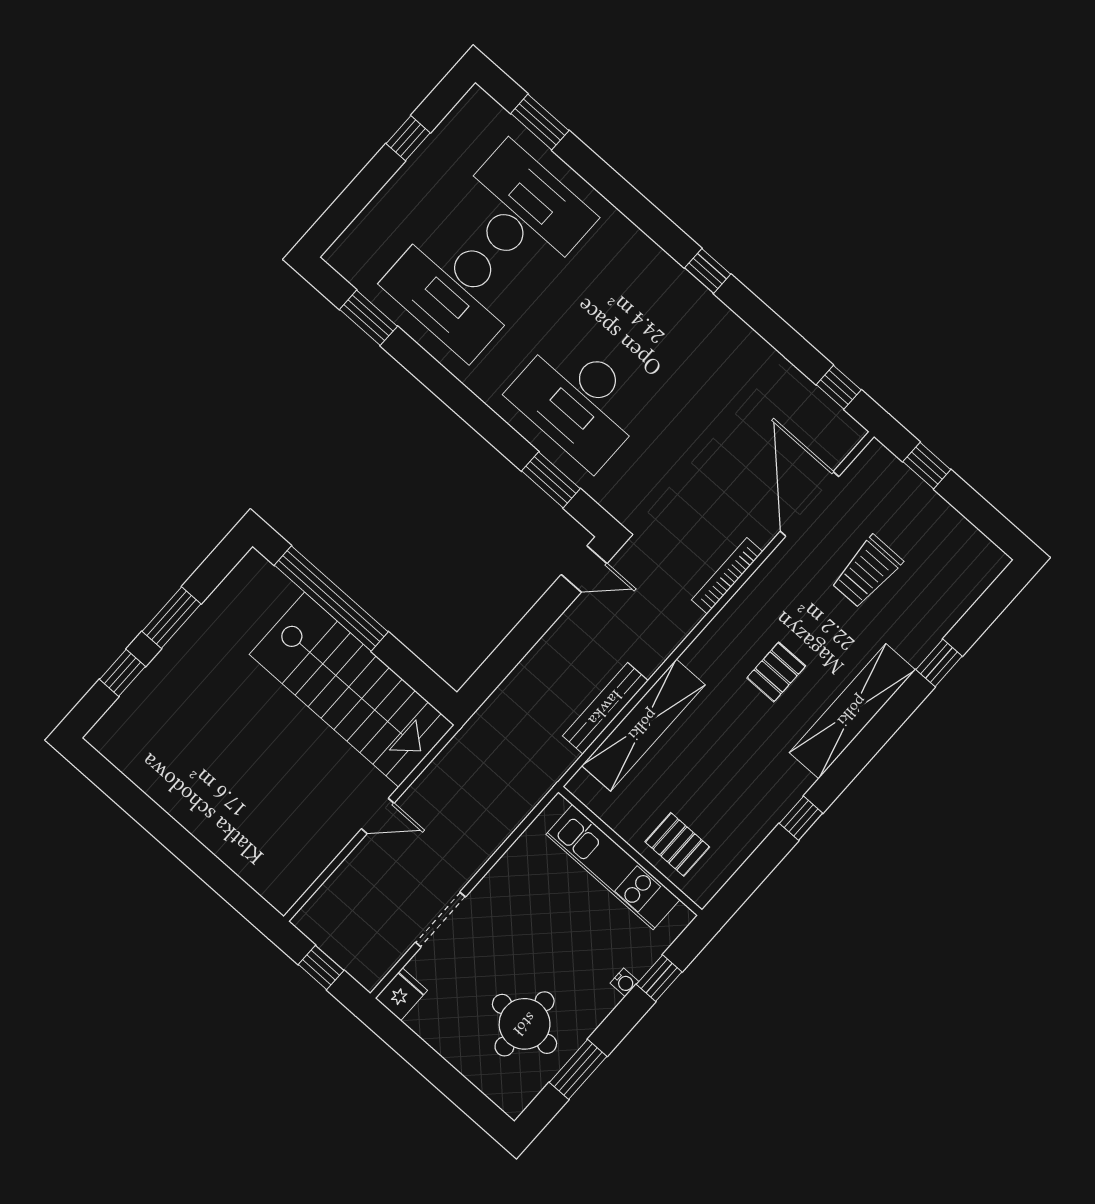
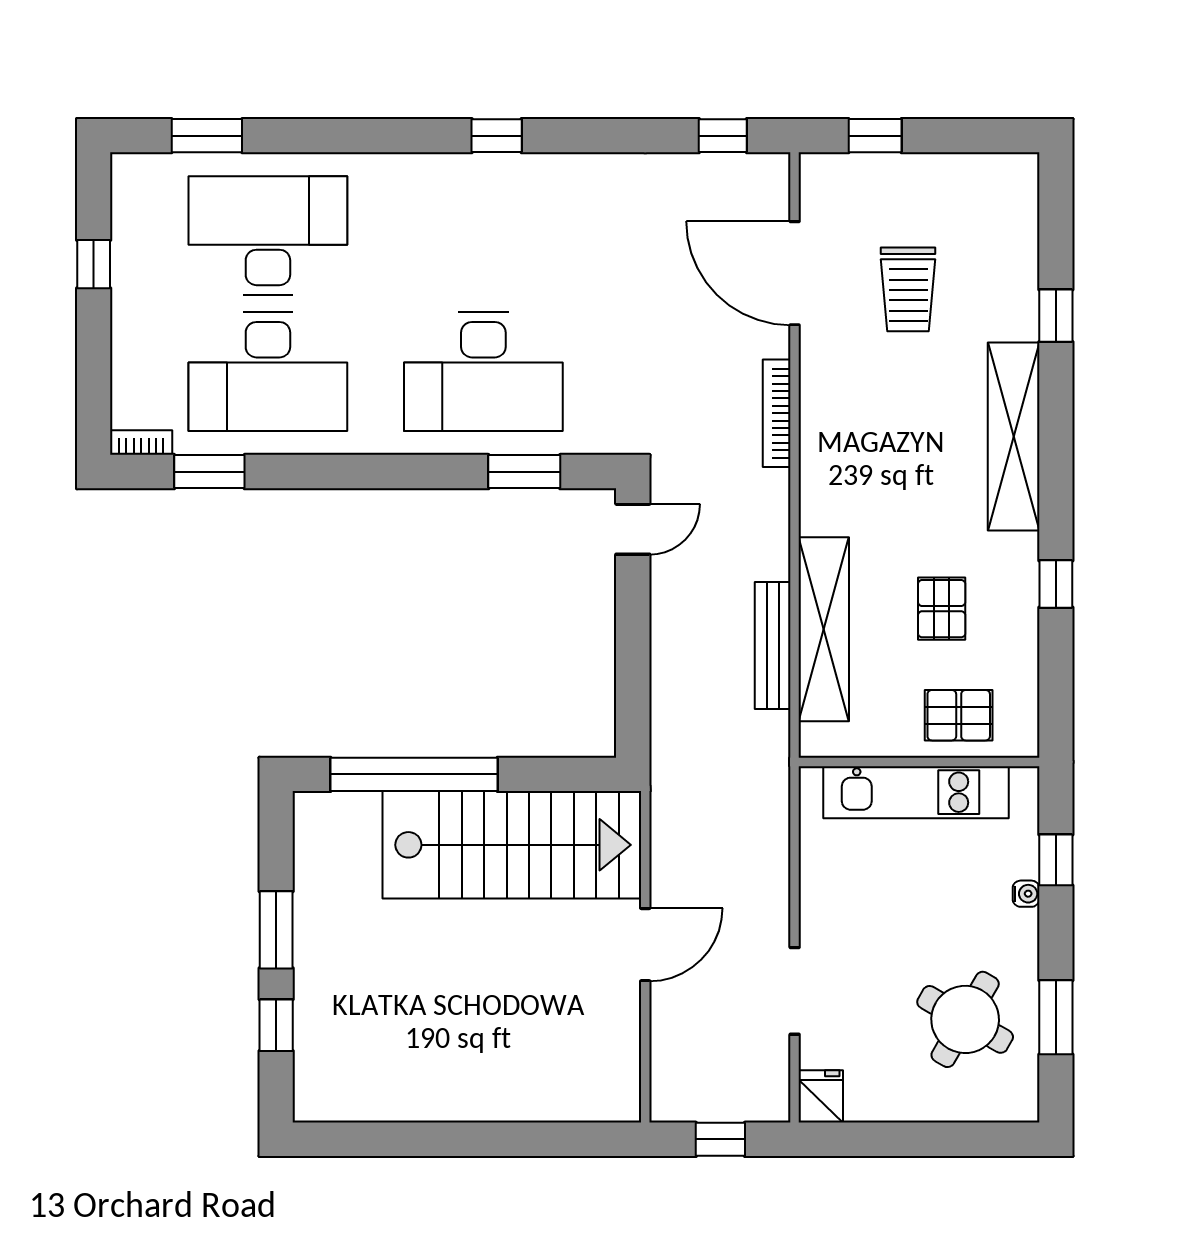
bookcase: (344, 266) -> (141, 443), added
pallet: (776, 672) -> (942, 609), moved
door: (378, 816) -> (645, 945), width x1.38
round table: (525, 1024) -> (965, 1019), turned 30

